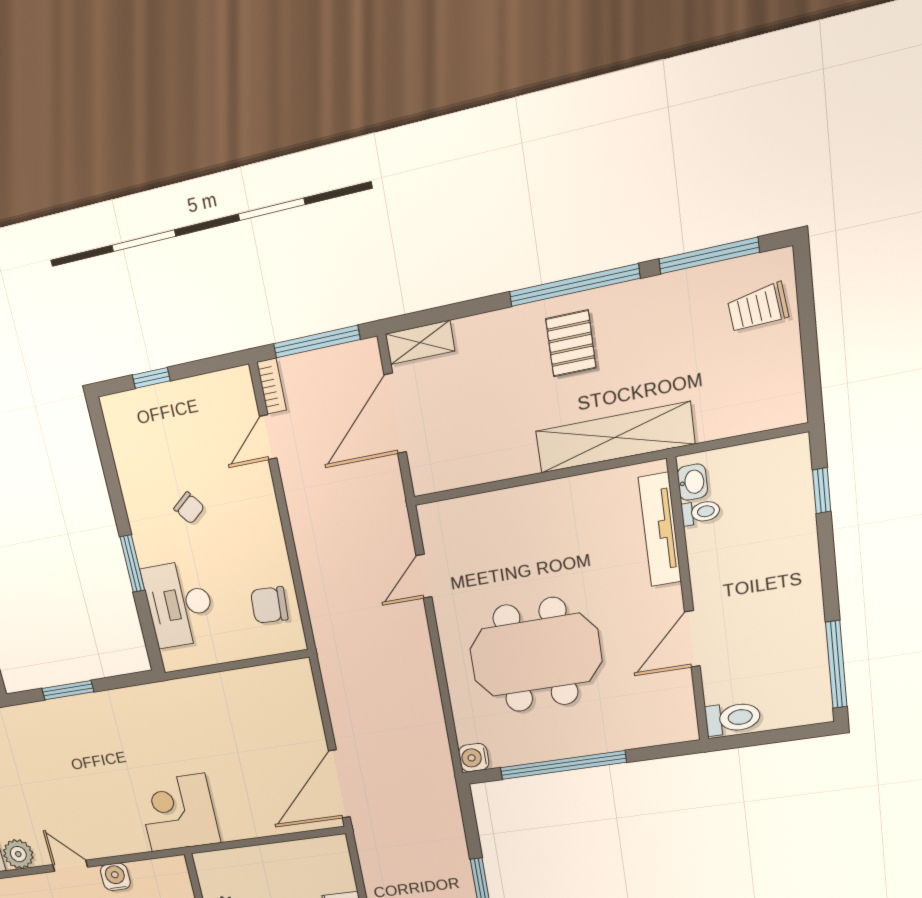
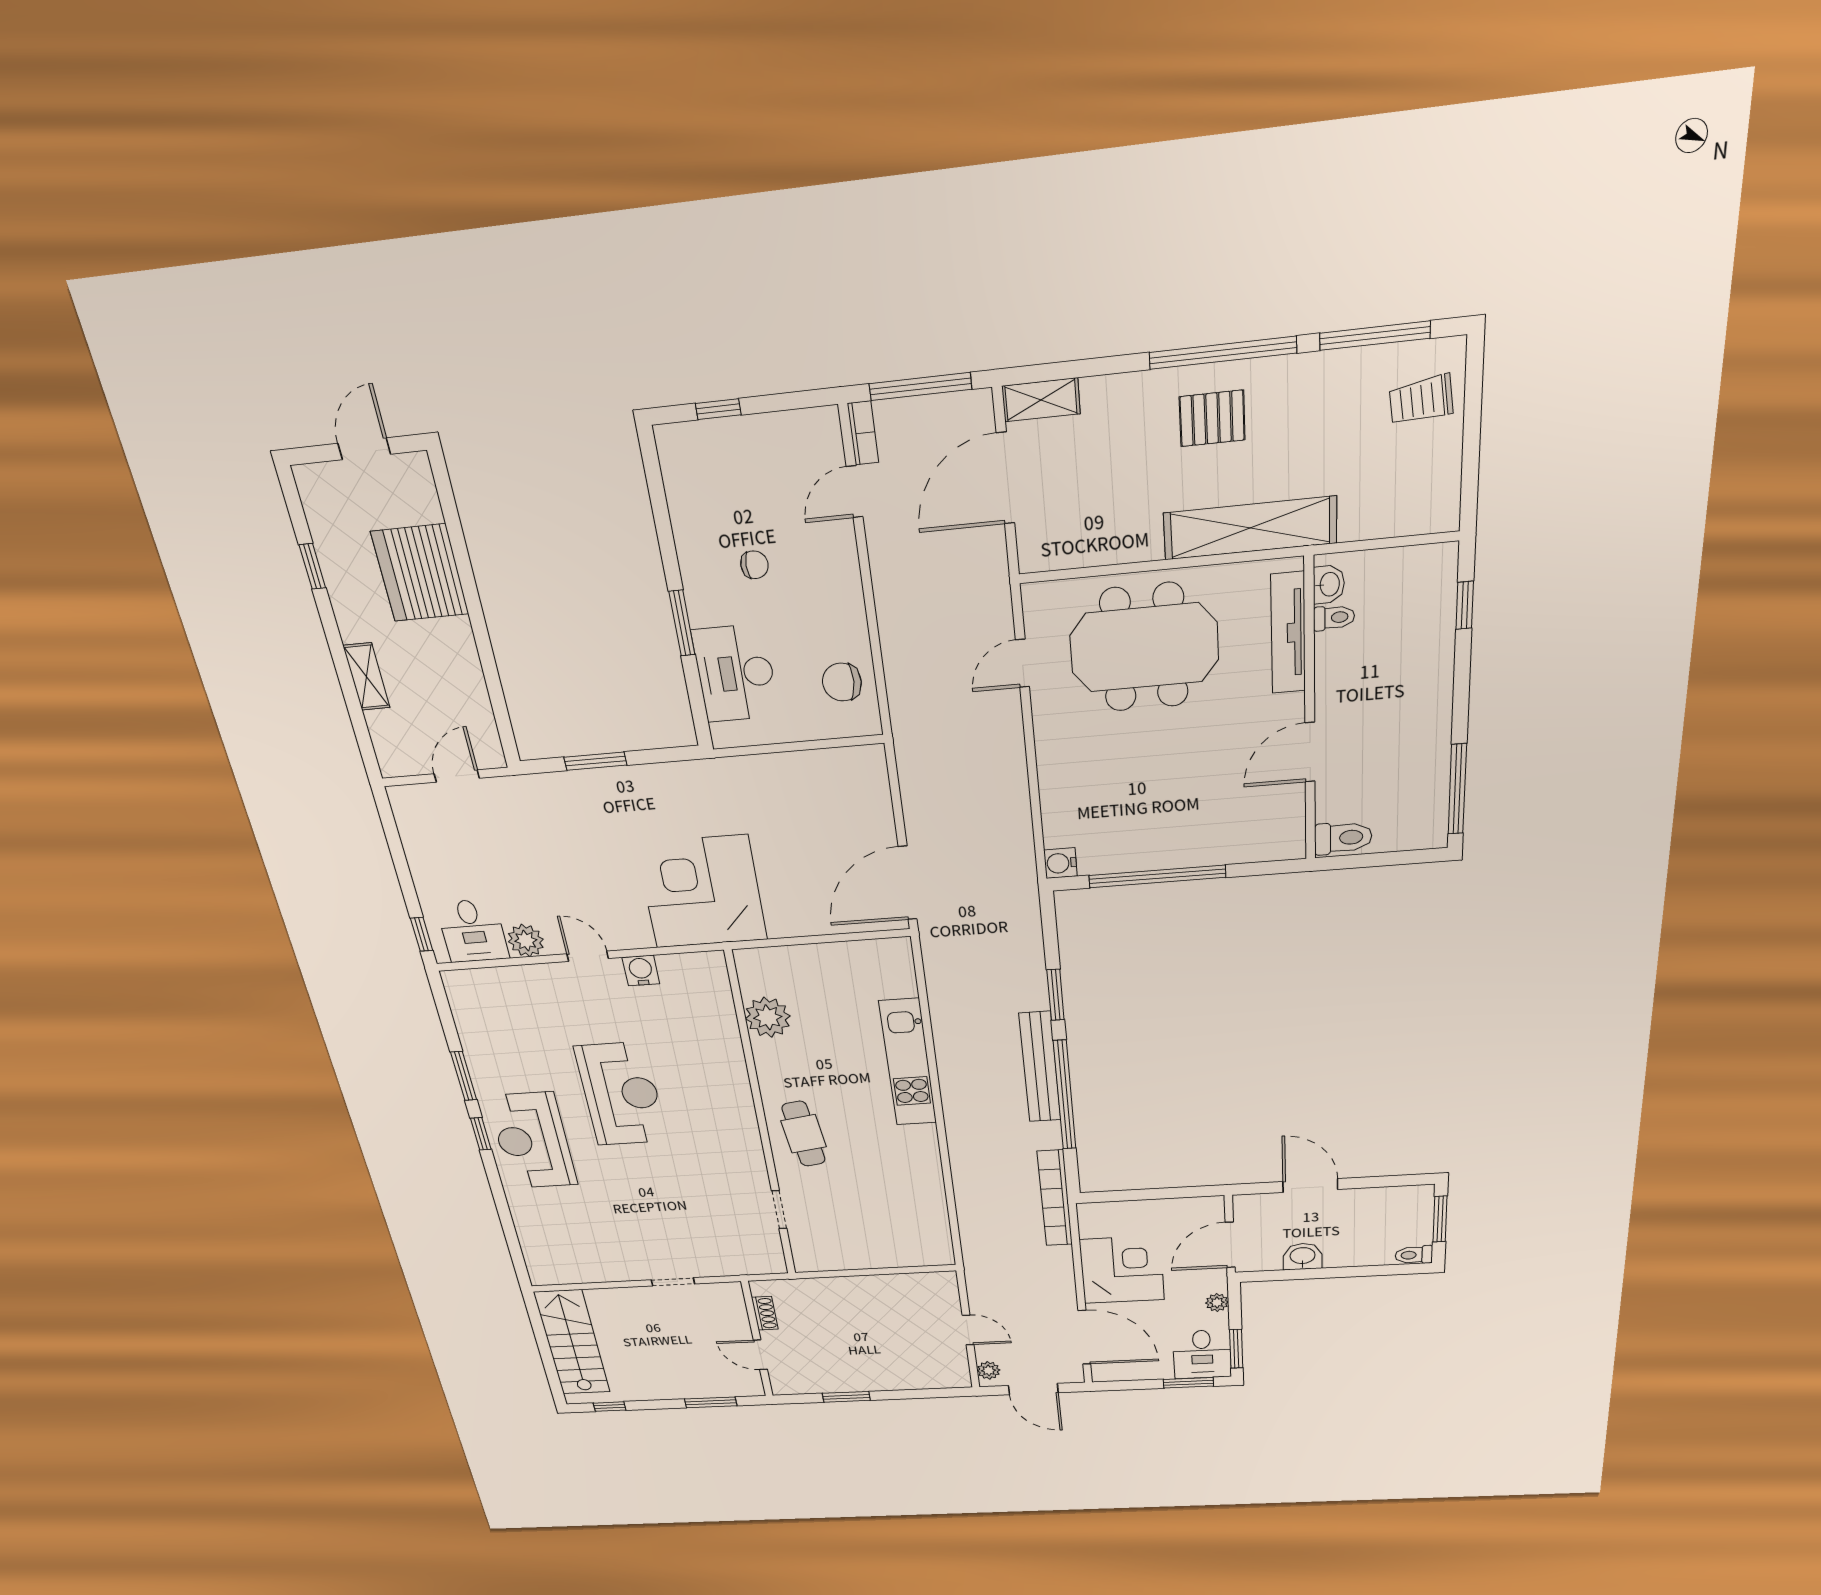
pallet: (571, 343) -> (1212, 418), turned 90
chair: (189, 508) -> (754, 565), turned -52
meeting table: (536, 655) -> (1144, 647), moved
corner desk: (178, 813) -> (702, 892), width x1.36, depth x1.36

